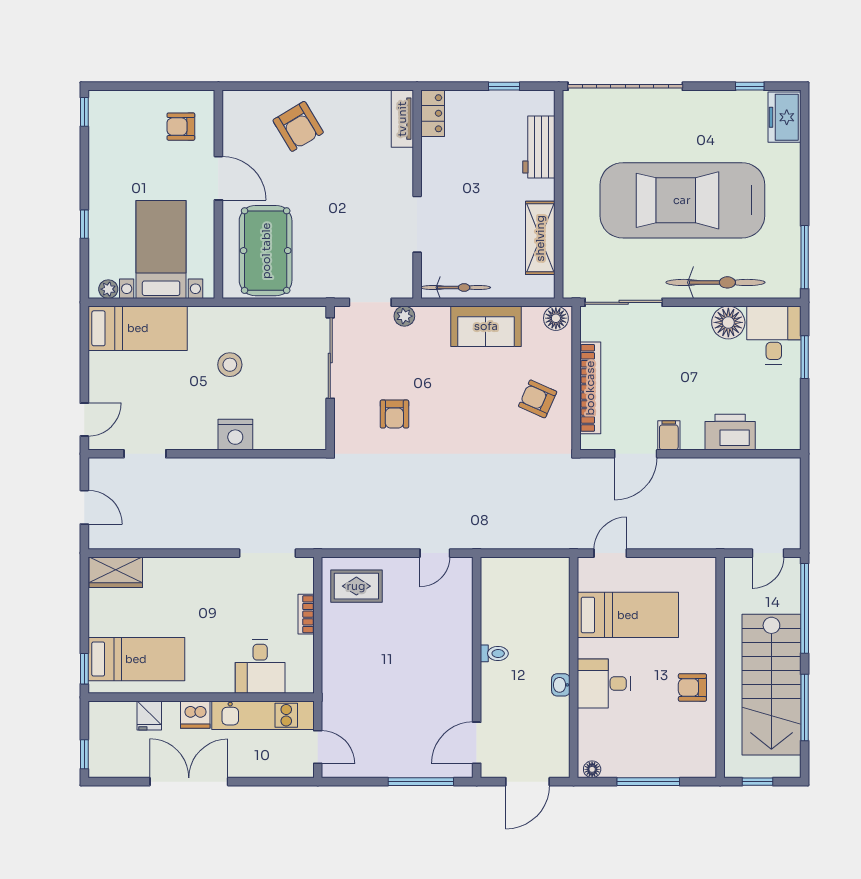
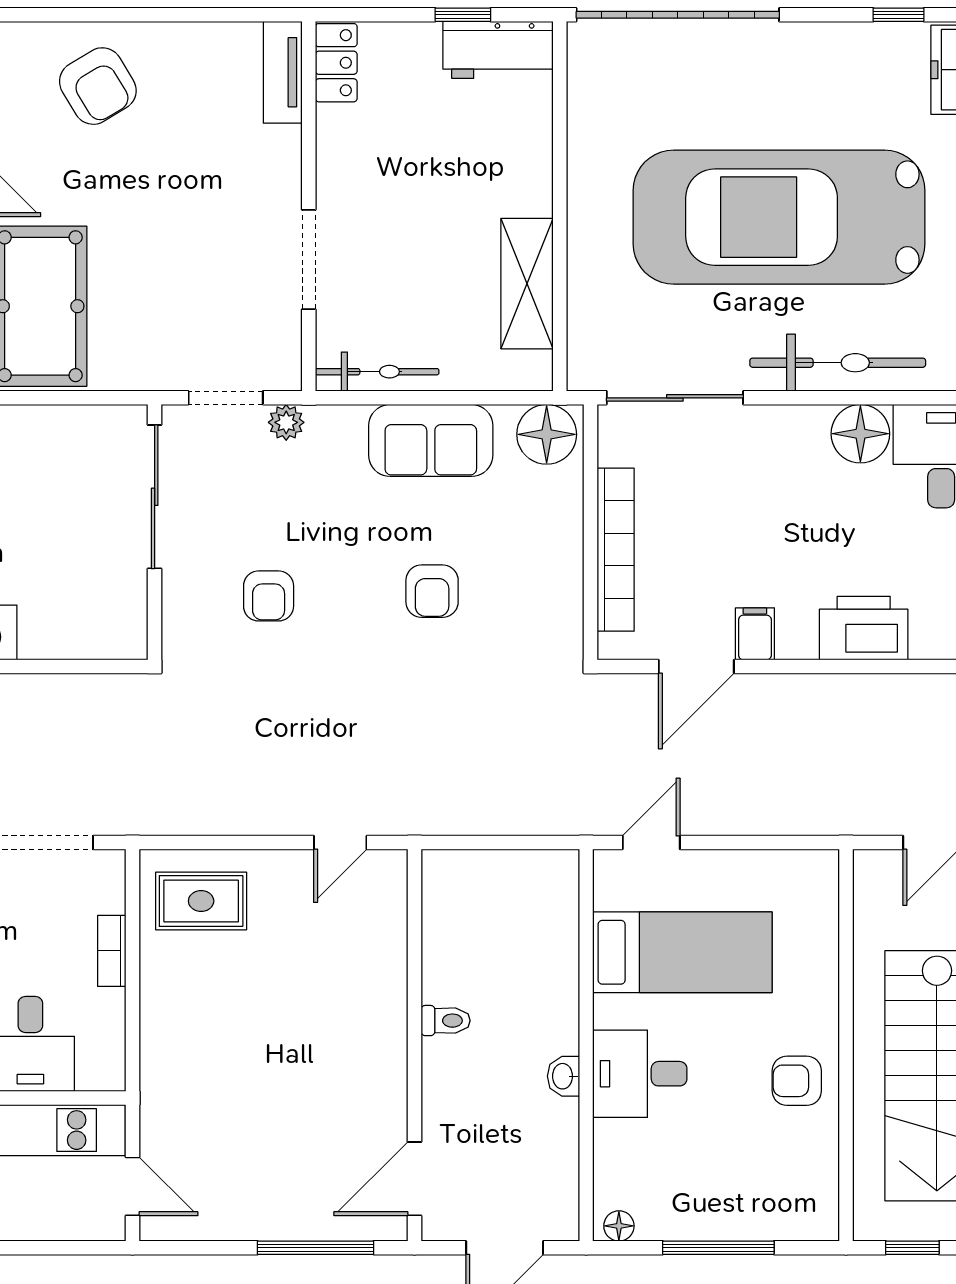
workbench: (539, 147) -> (498, 50), moved, turned -90
floor lamp: (556, 318) -> (547, 434), width x1.38, depth x1.38
armchair: (538, 399) -> (432, 591), moved, turned -114

